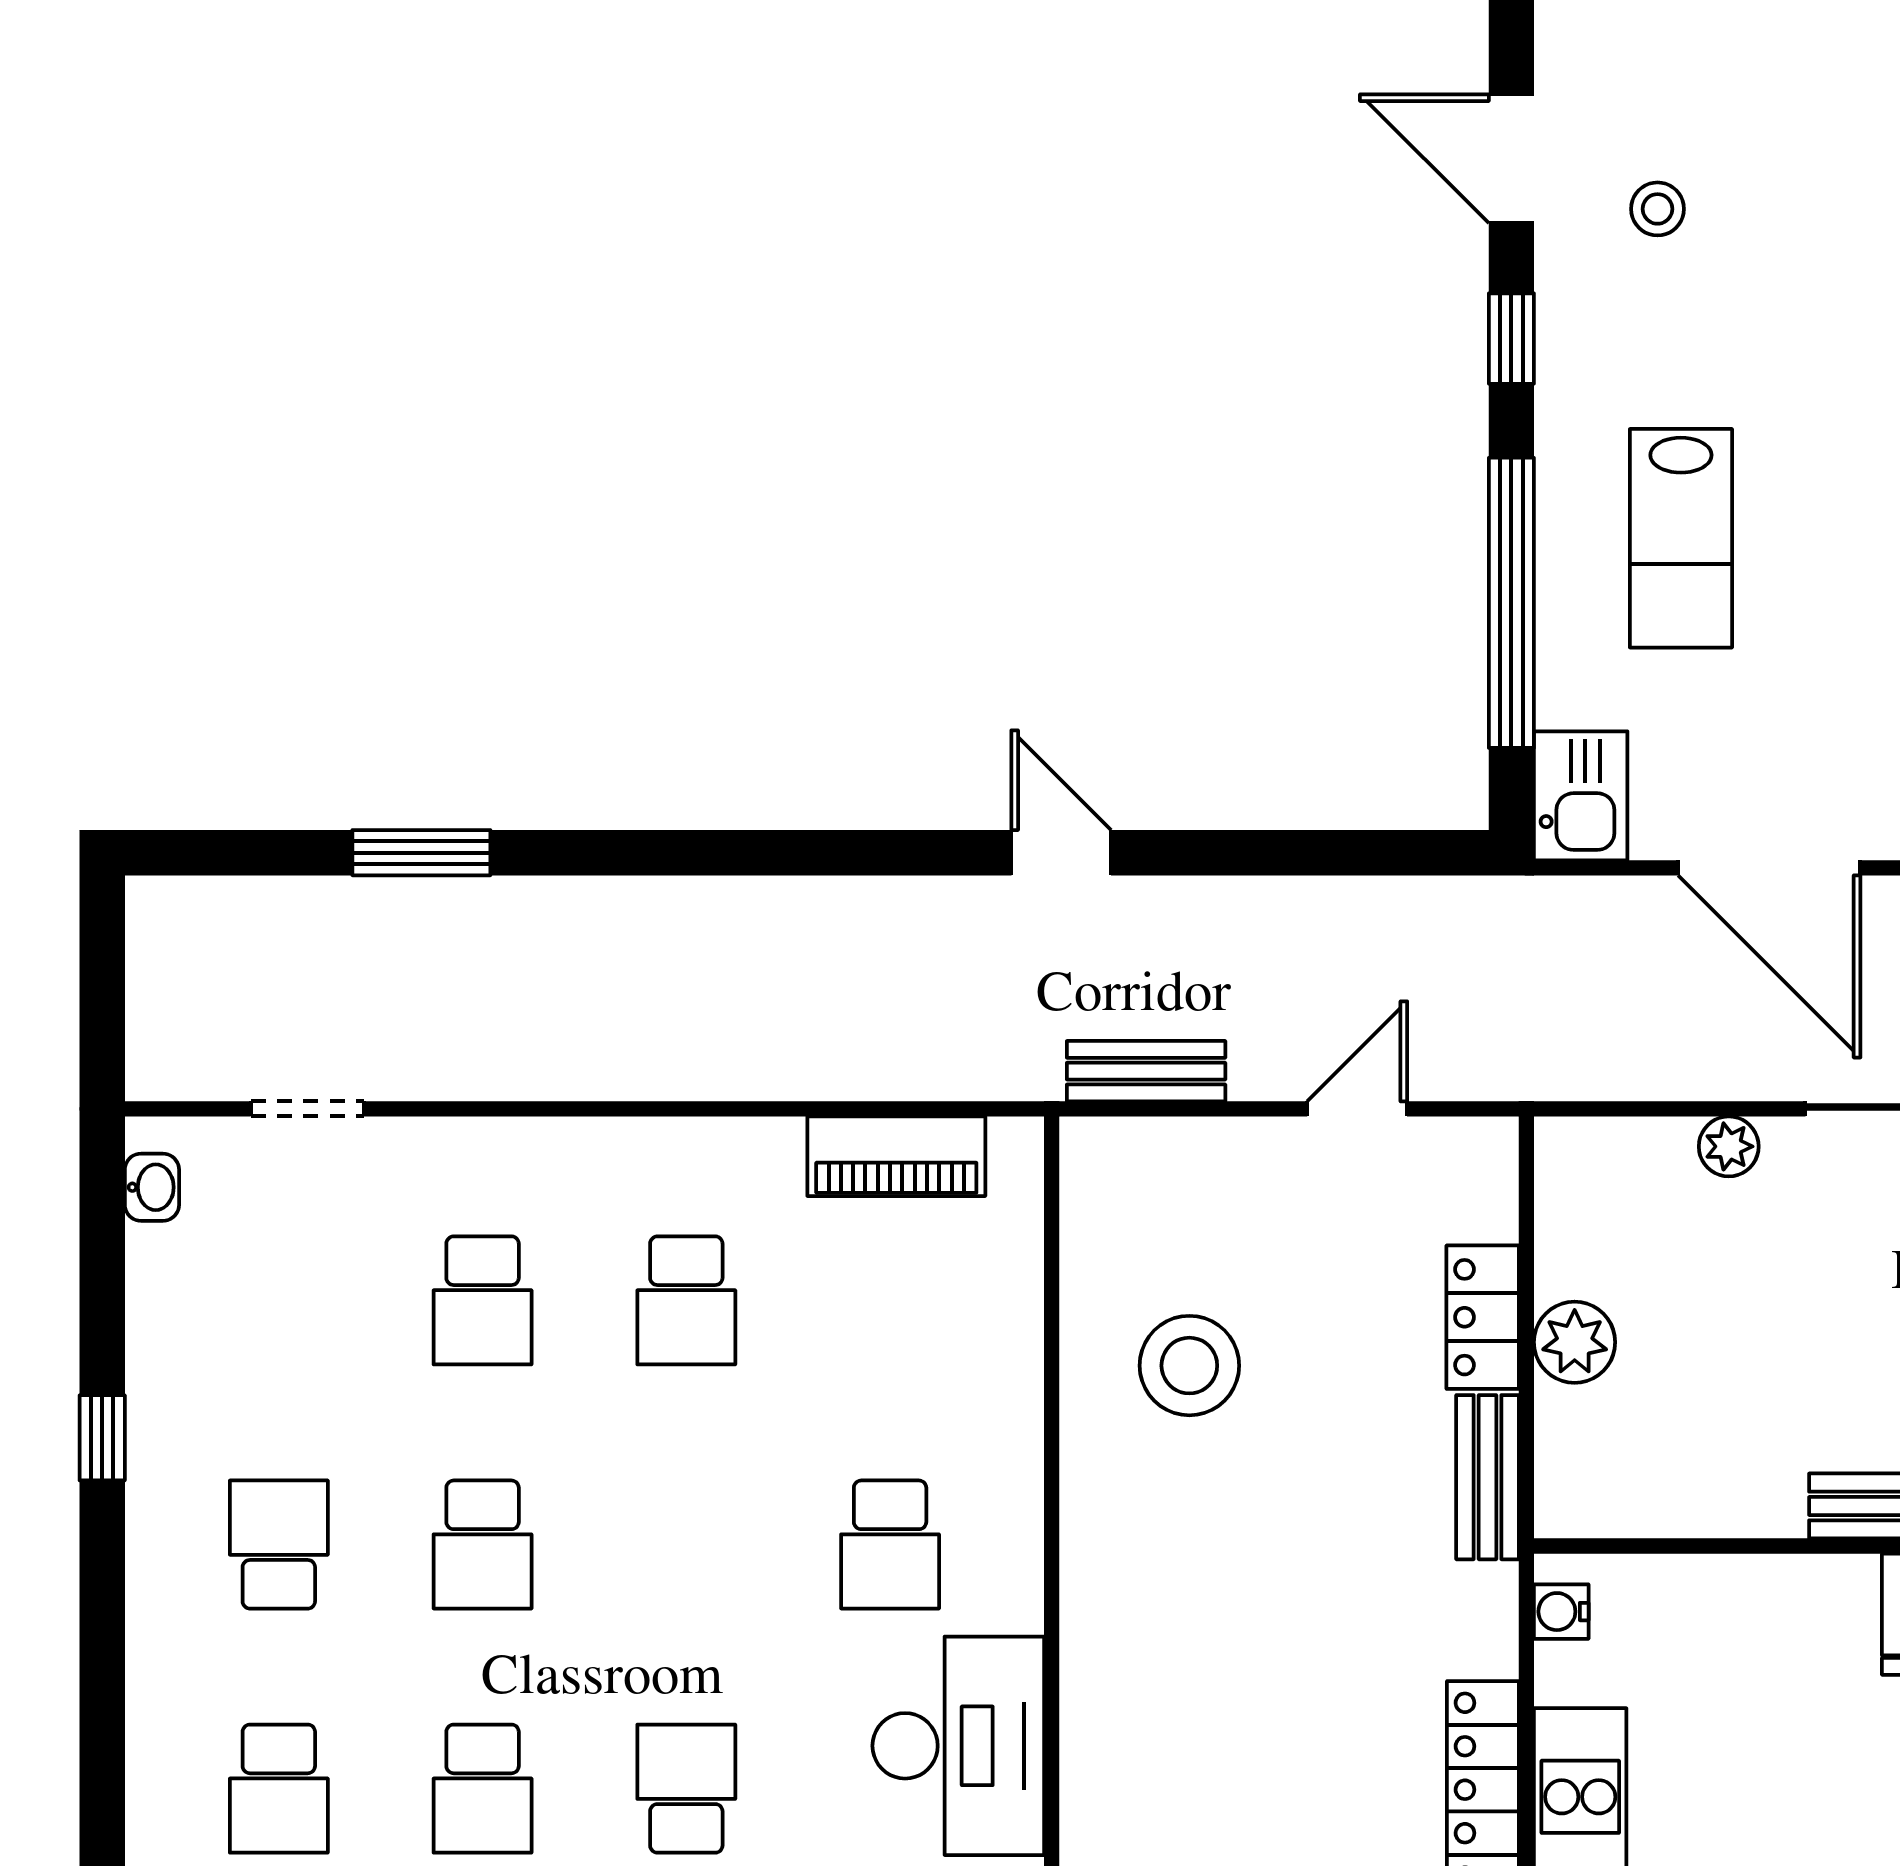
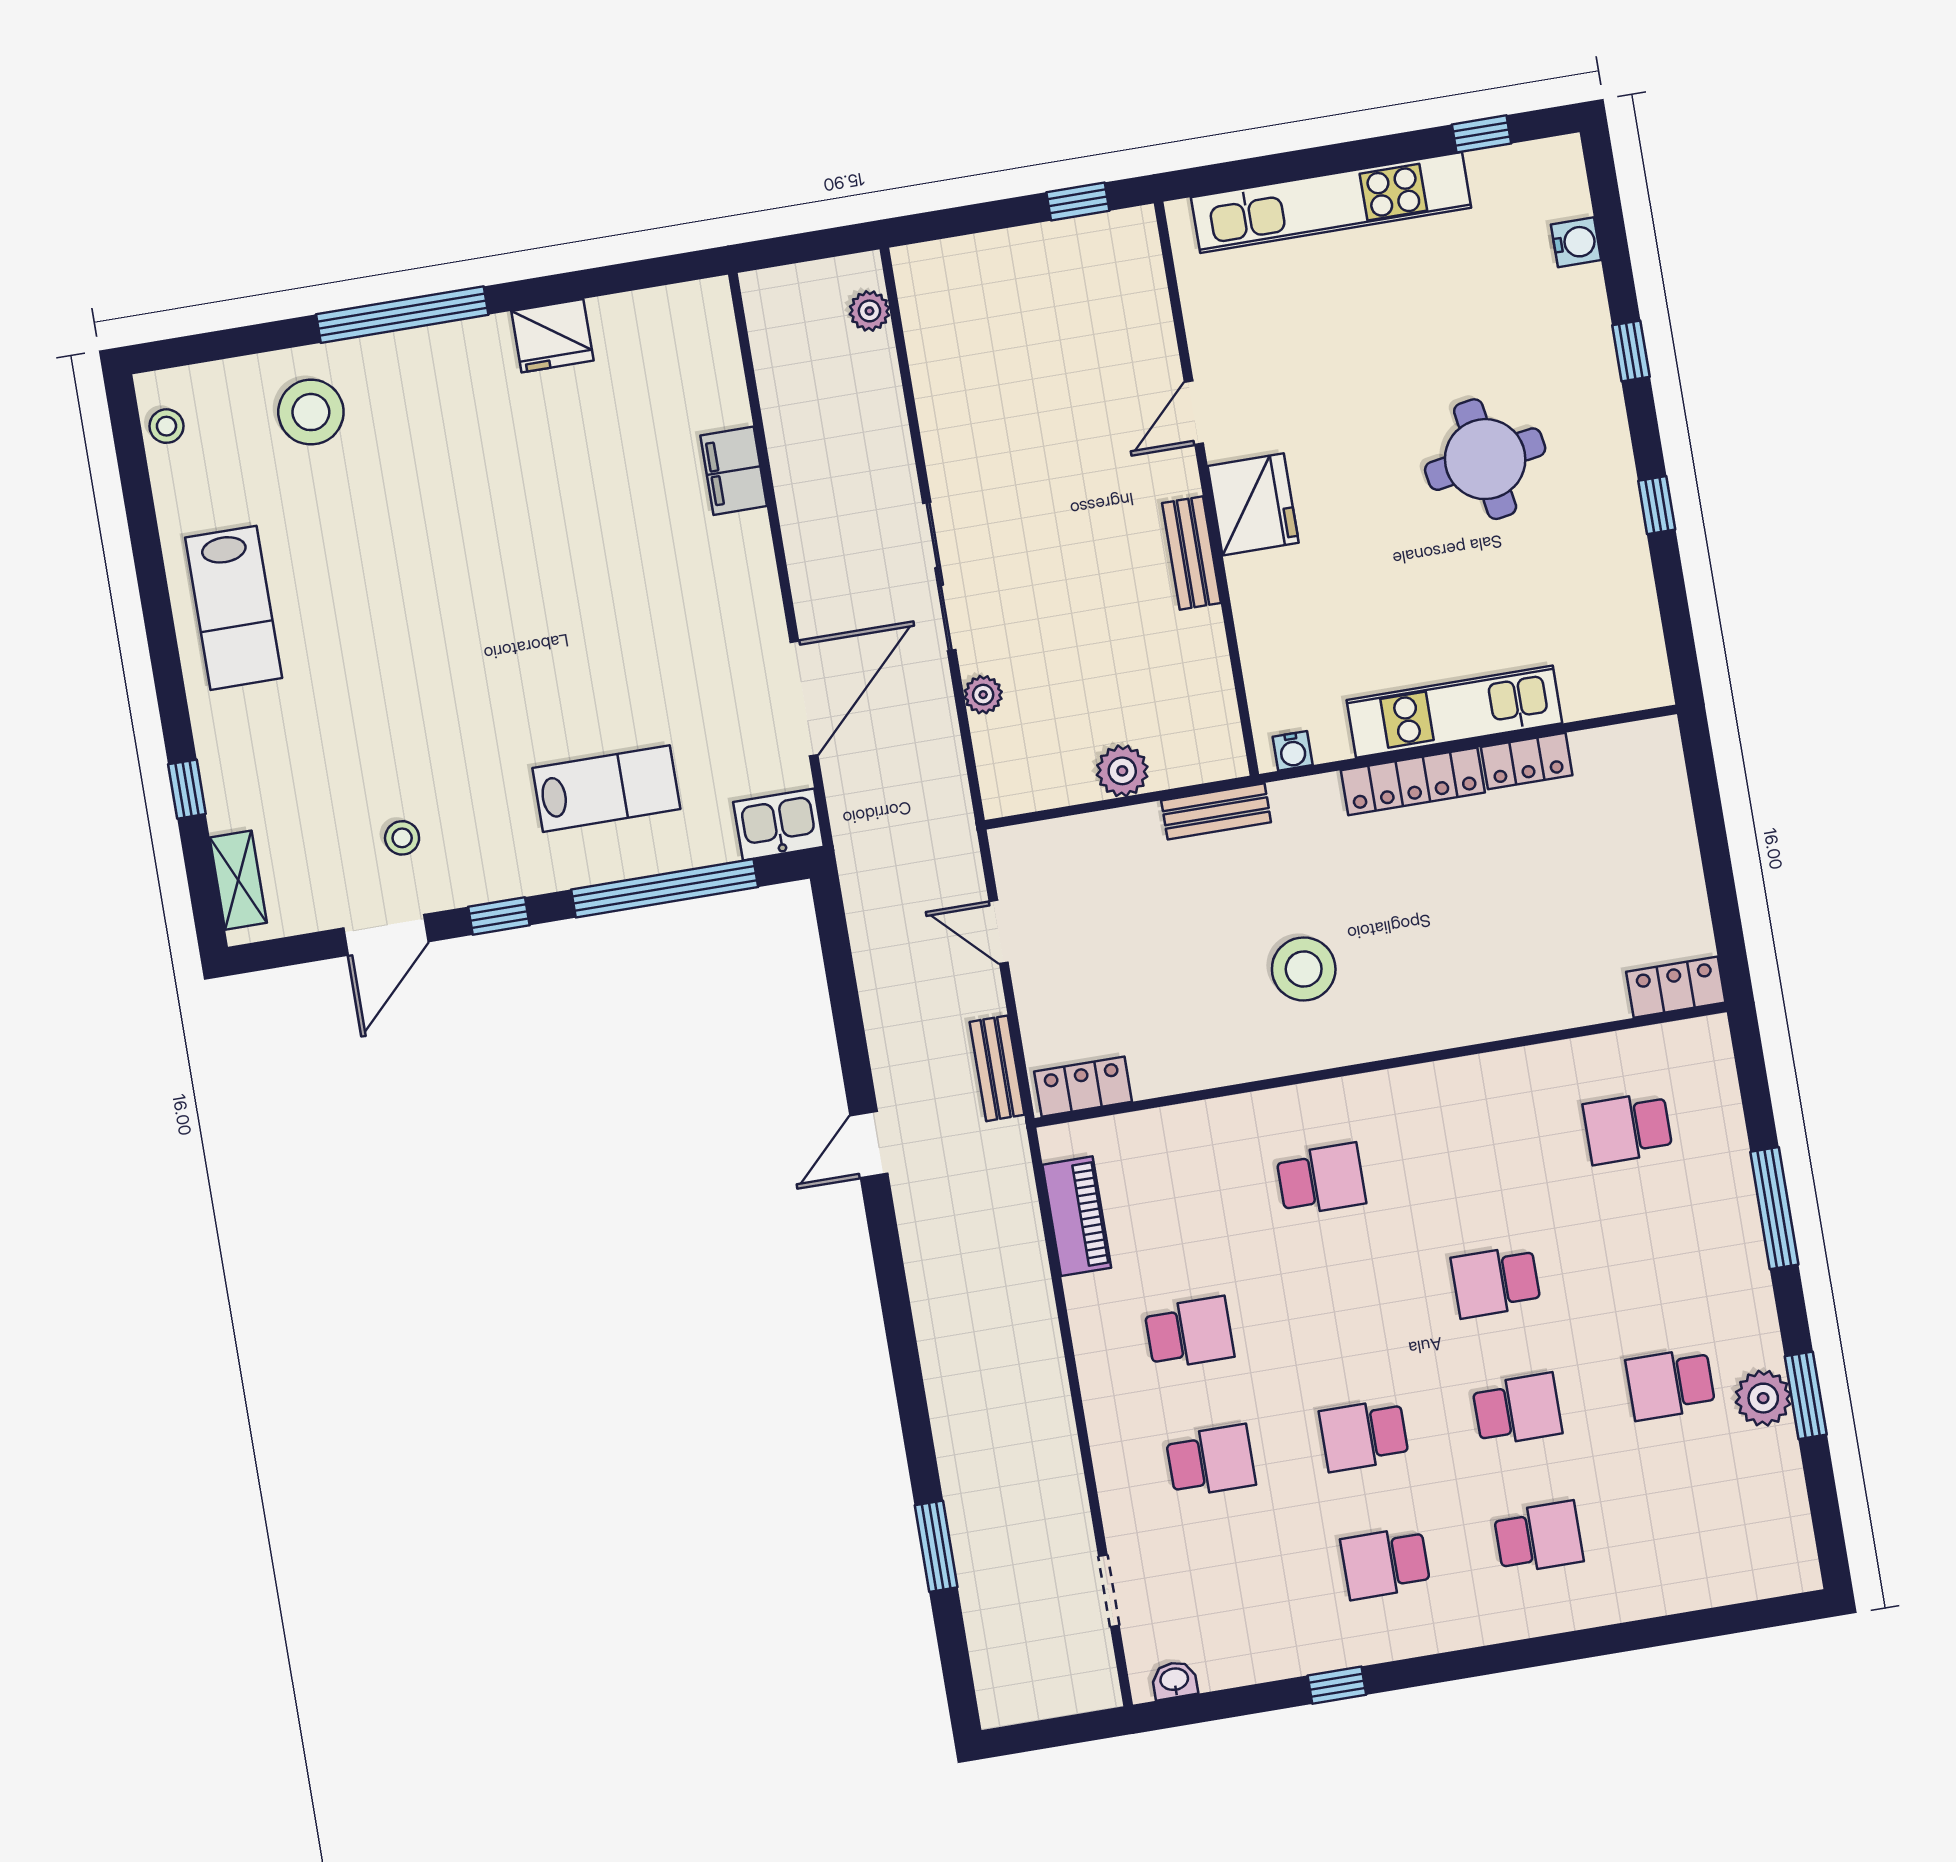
locker: (1483, 1317) -> (1083, 1087), moved, turned 180
stool: (1189, 1366) -> (1304, 969), moved
school desk: (483, 1545) -> (1364, 1435), turned 180
desk: (958, 1746) -> (1440, 1115), removed

